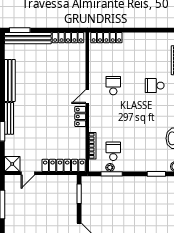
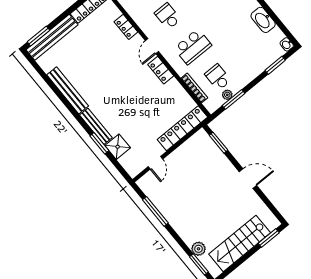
locker: (81, 71) -> (126, 27), added
school desk: (113, 118) -> (193, 47), added
shower: (12, 164) -> (118, 147), moved

